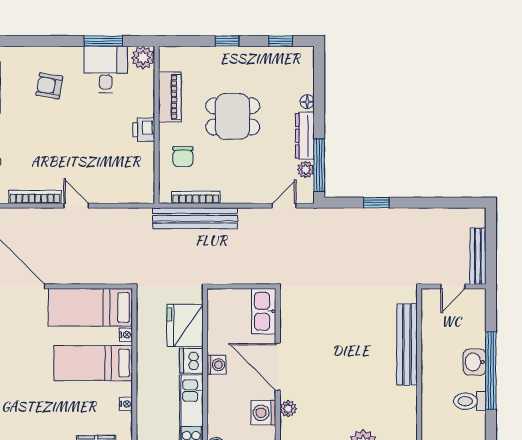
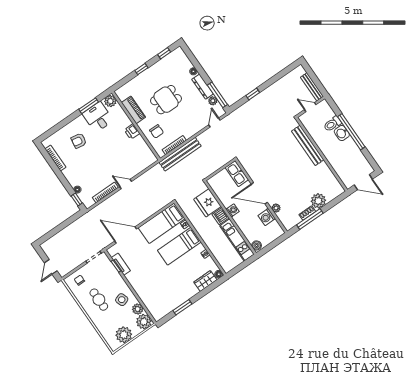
door: (453, 286) -> (310, 107), swing flipped
toilet: (470, 401) -> (332, 124), moved

